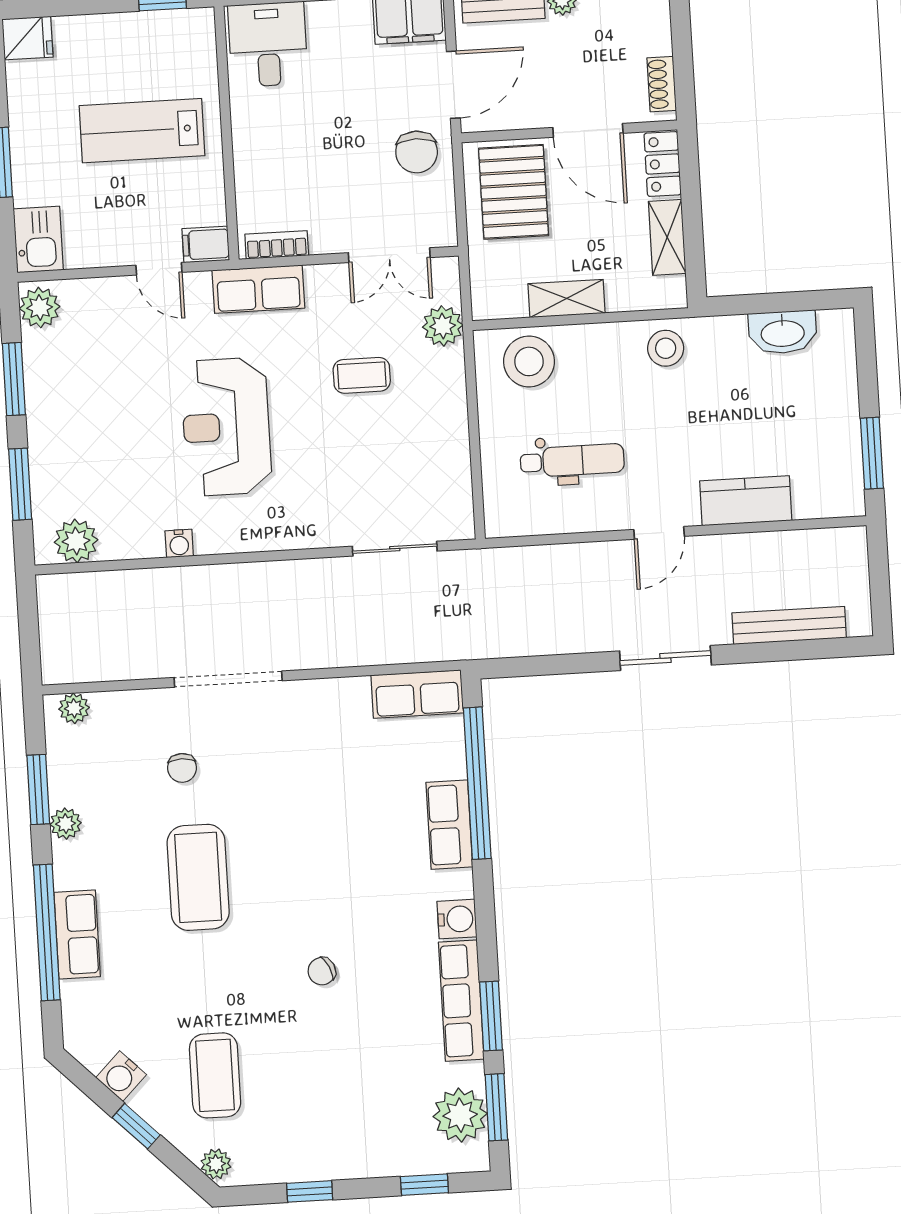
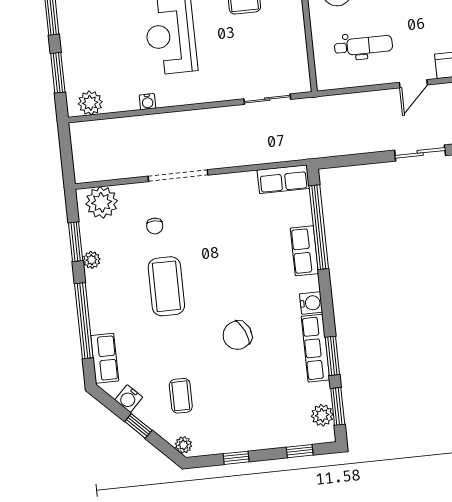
plant: (74, 708) -> (102, 202), width x1.88, depth x1.88
row of seats: (77, 934) -> (105, 358), moved
chair: (322, 971) -> (237, 335), width x1.87, depth x1.87
coffee table: (215, 1075) -> (181, 396), width x0.73, depth x0.77
plant: (460, 1115) -> (322, 415), width x0.73, depth x0.73

